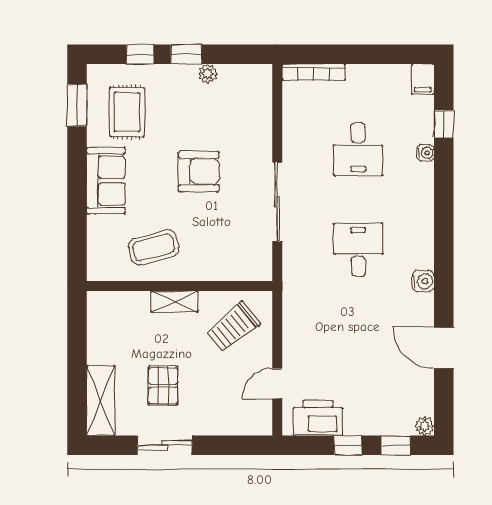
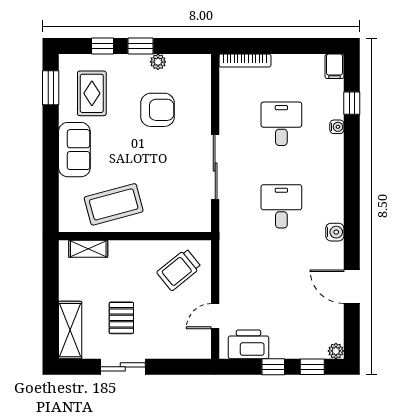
desk: (358, 149) -> (281, 124), turned 180
armchair: (199, 171) -> (158, 110), moved
coffee table: (154, 247) -> (114, 204), width x1.36, depth x1.32
shelving: (175, 301) -> (88, 249), moved

